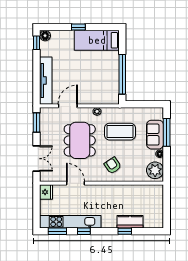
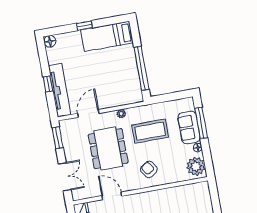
window: (37, 43) -> (48, 84), moved

